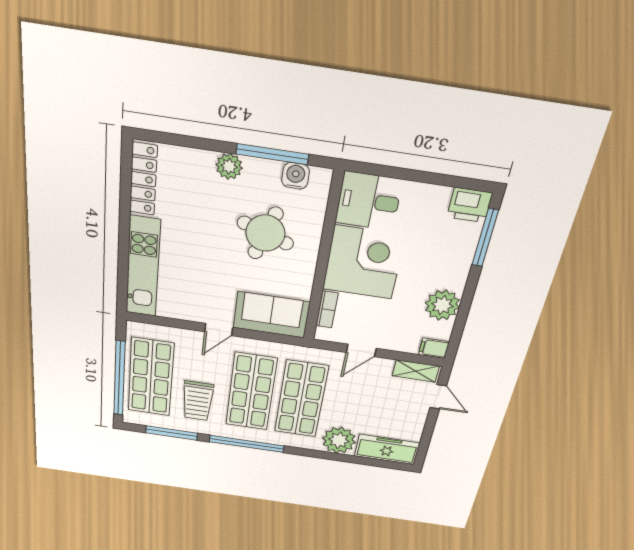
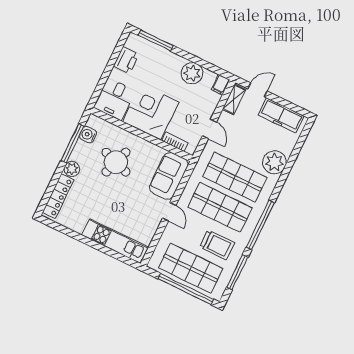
locker: (143, 179) -> (58, 196), moved, turned 90
printer: (470, 205) -> (126, 60), moved
freezer: (387, 450) -> (281, 115), moved, turned -90

